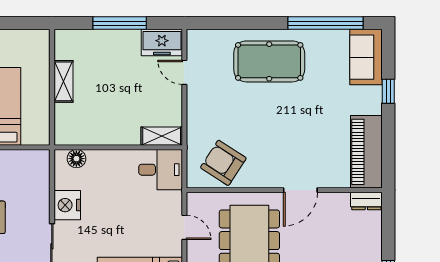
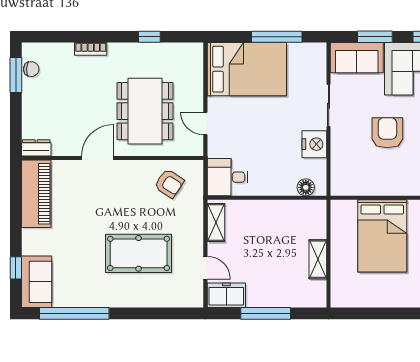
pool table: (269, 61) -> (139, 253), moved
window: (388, 91) -> (16, 268), moved
shelving: (162, 136) -> (216, 223), moved, turned 90
armchair: (223, 163) -> (169, 183), width x0.72, depth x0.72

